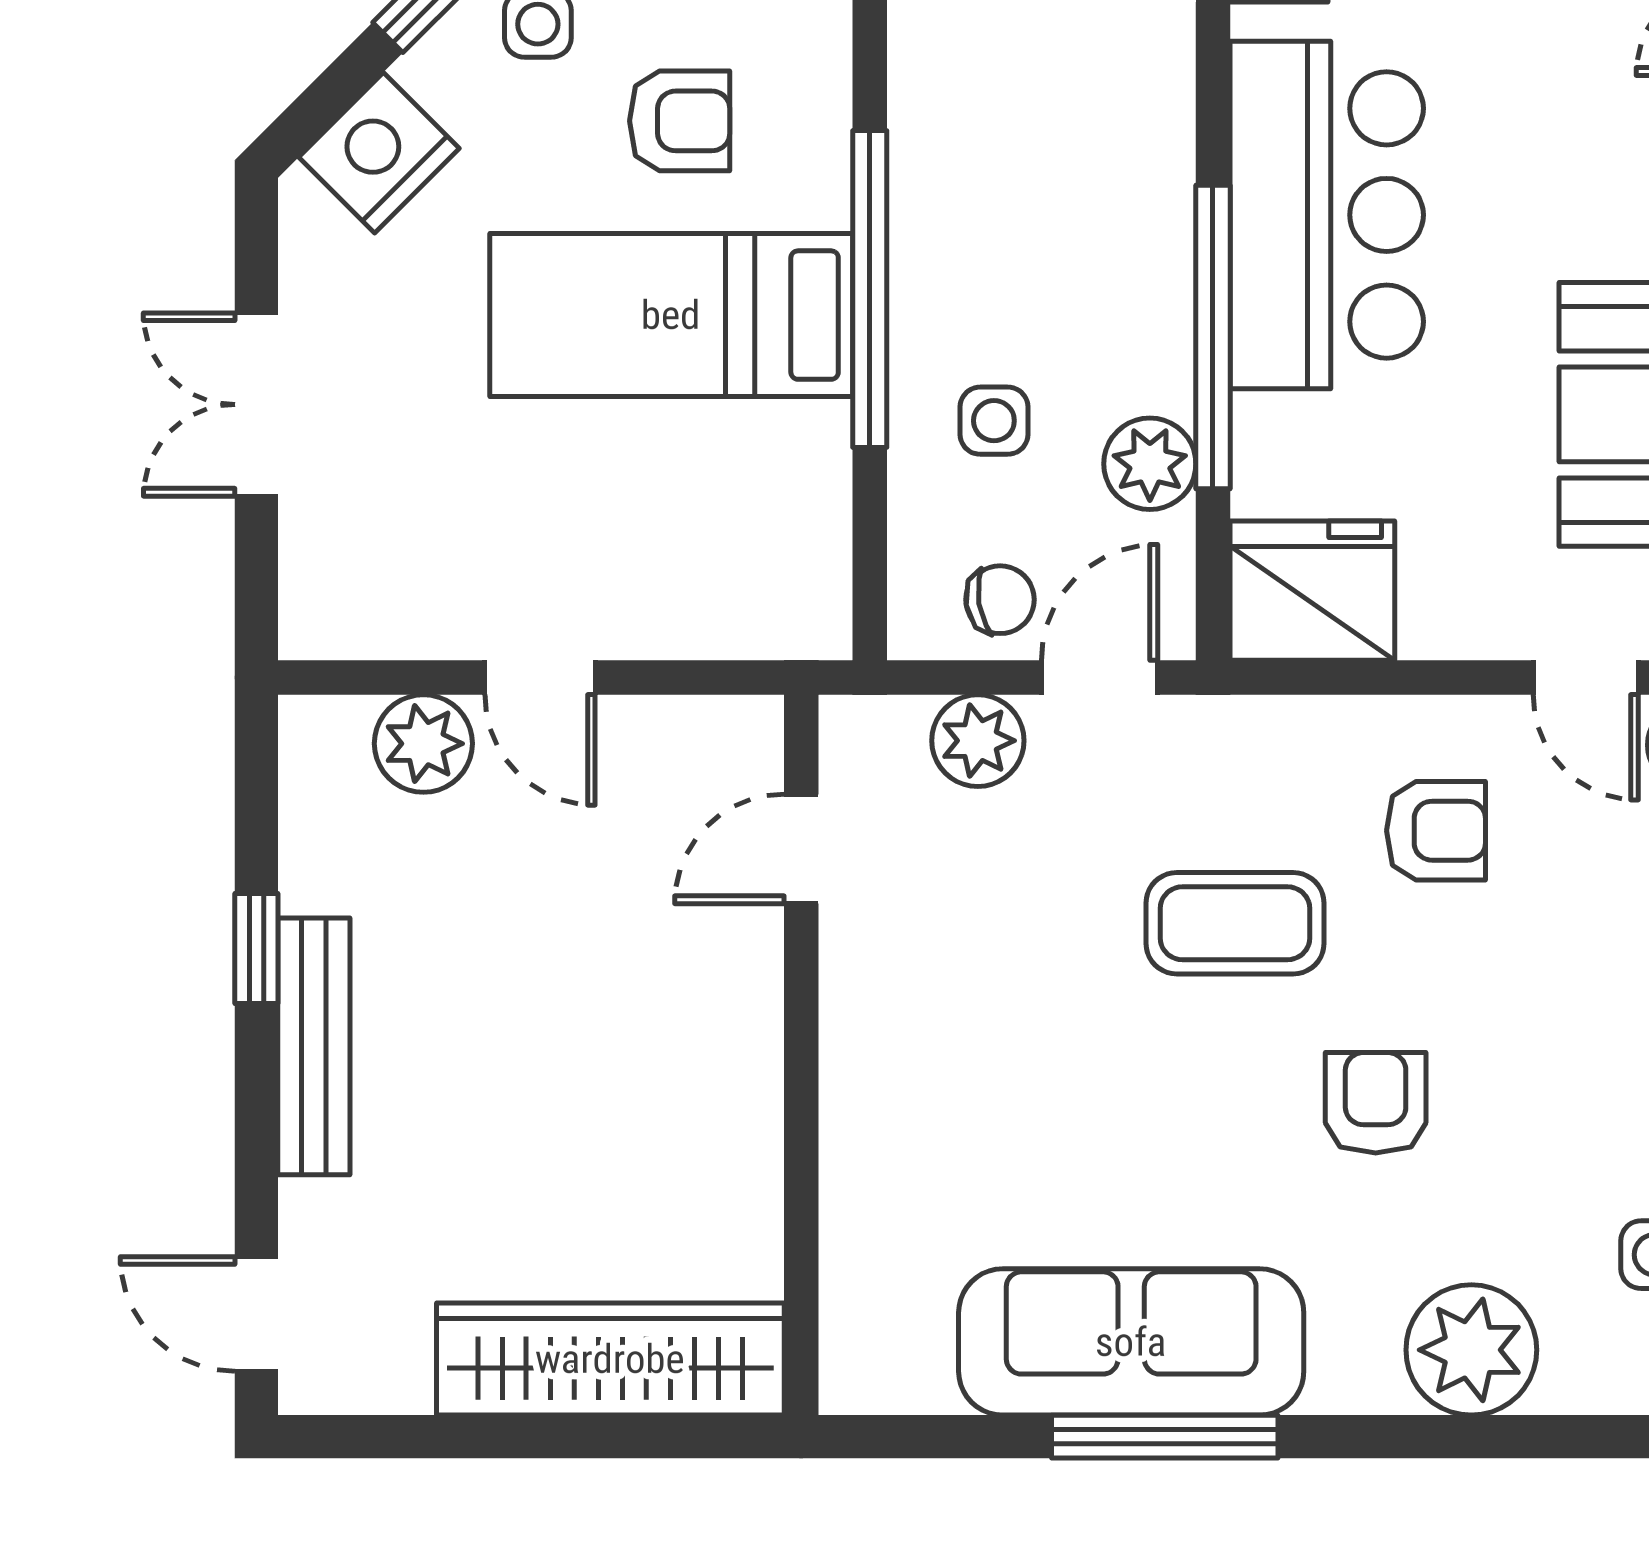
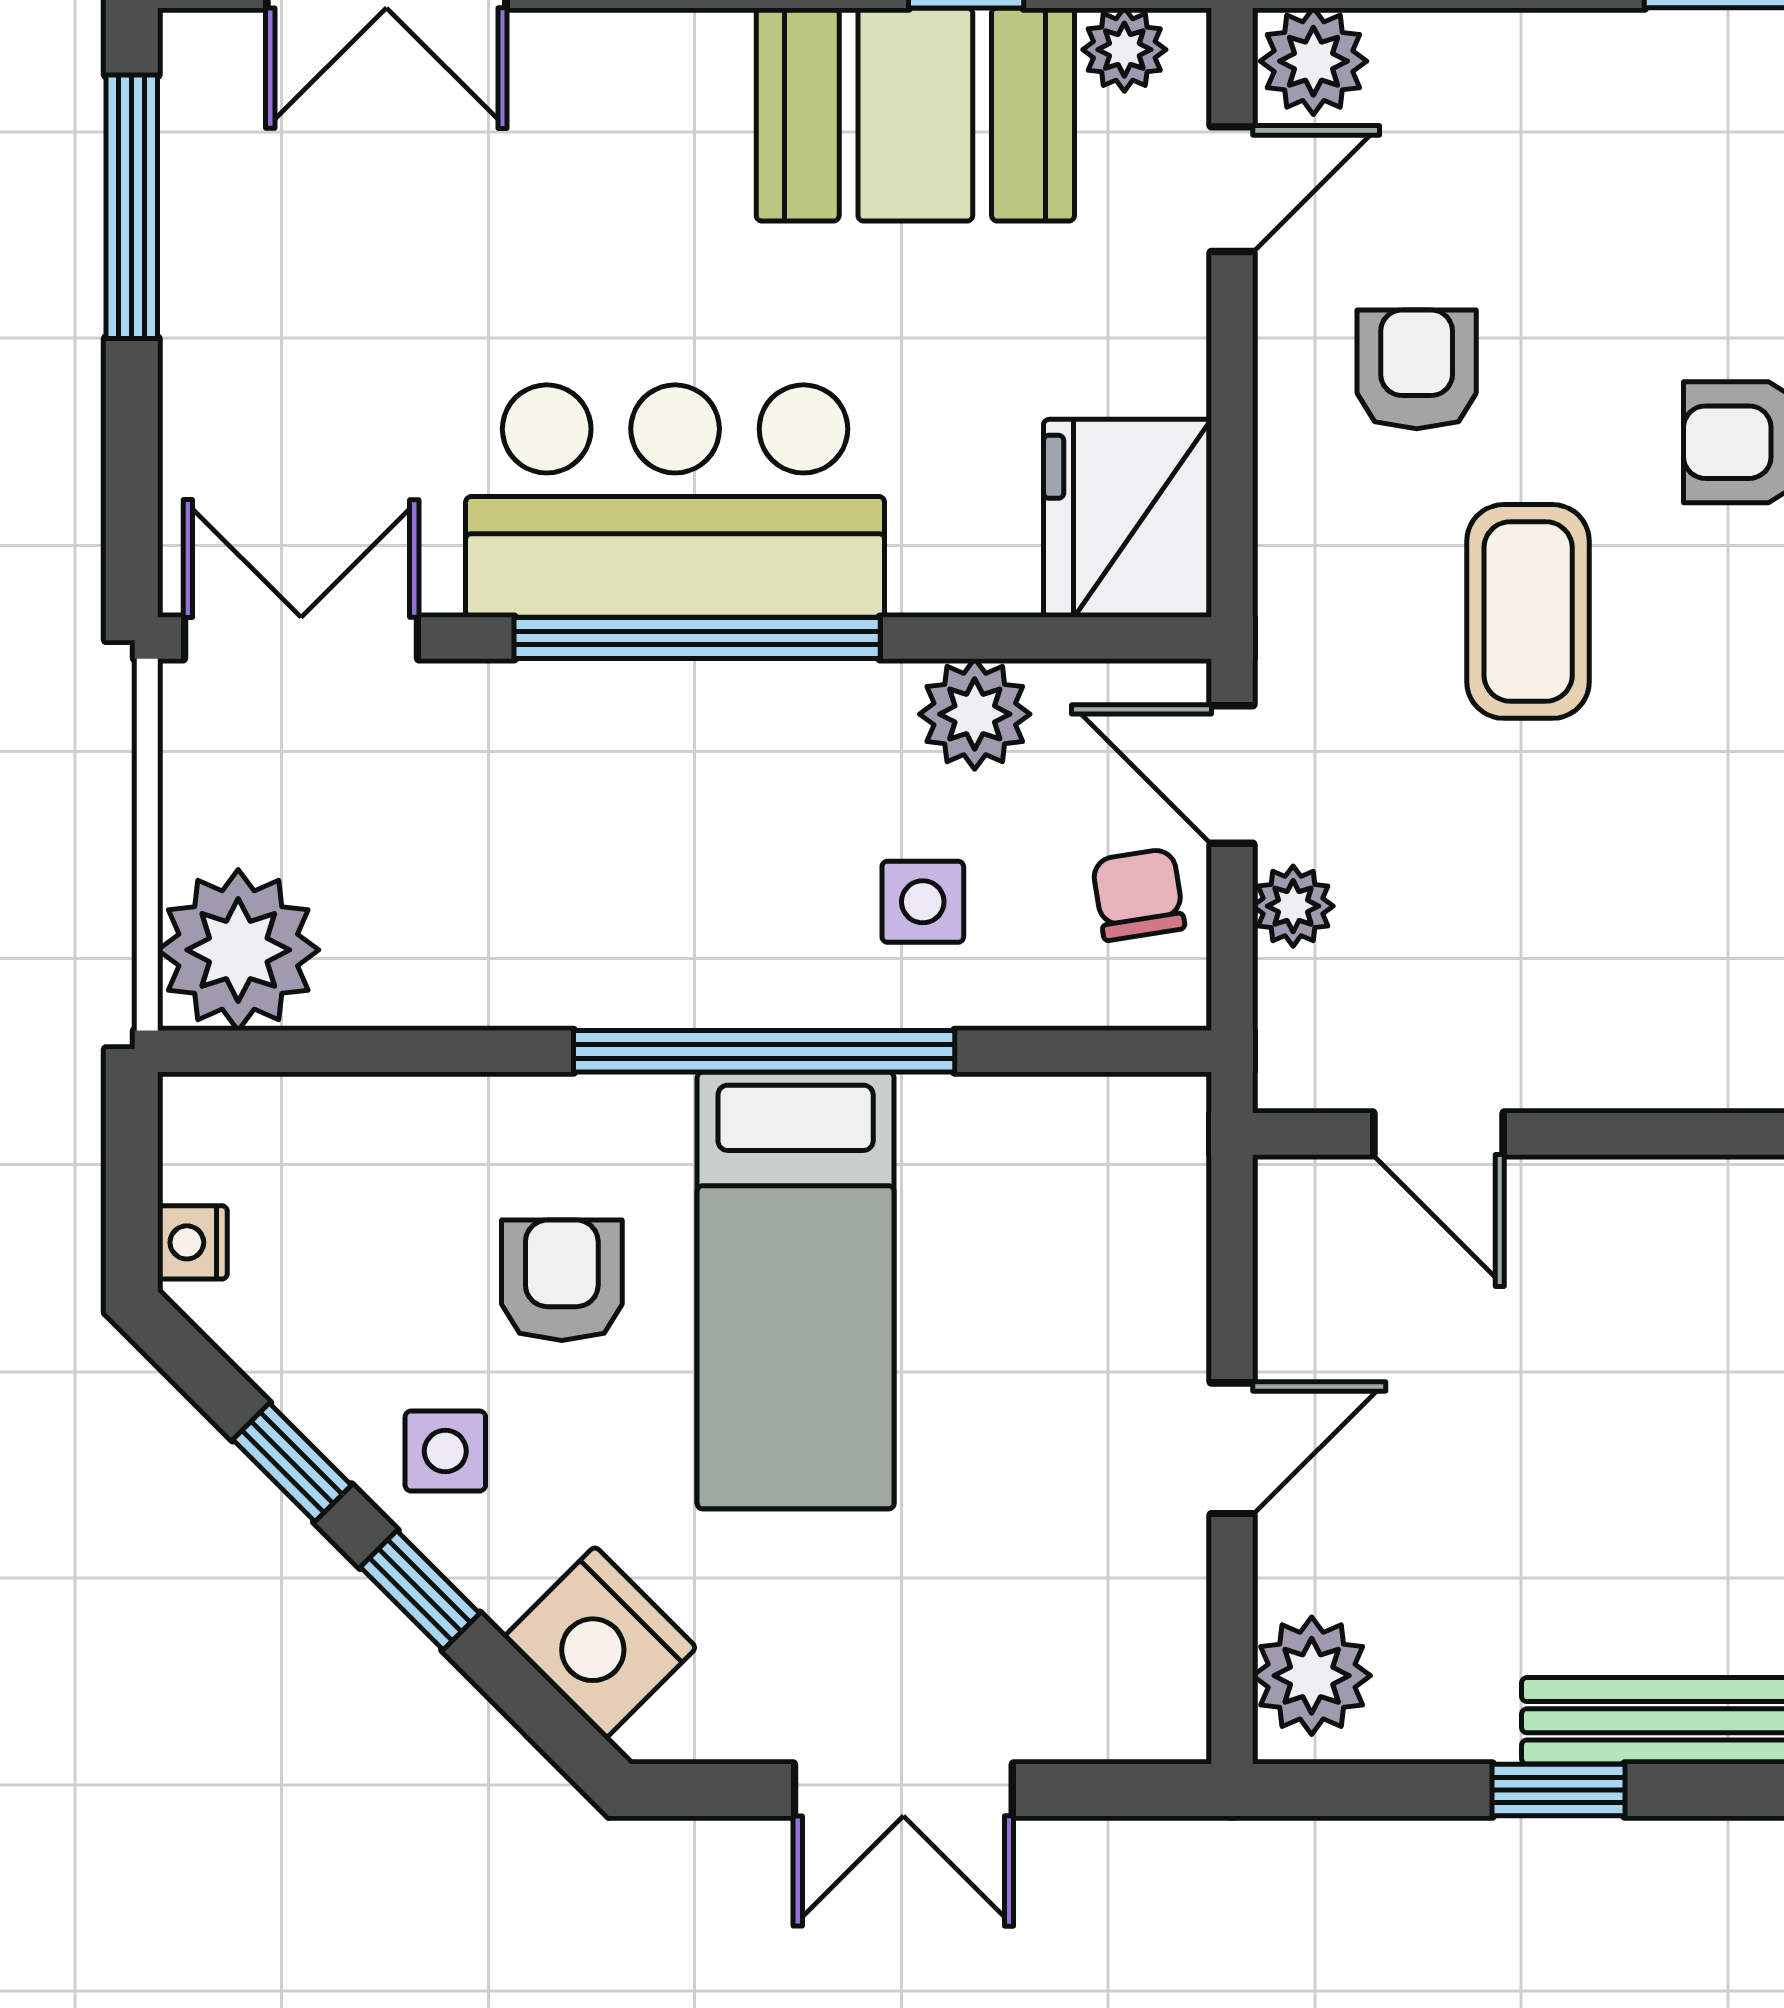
window: (1213, 337) -> (697, 638), moved
plant: (978, 741) -> (1293, 906), width x0.73, depth x0.73
plant: (423, 744) -> (1312, 1676), moved

